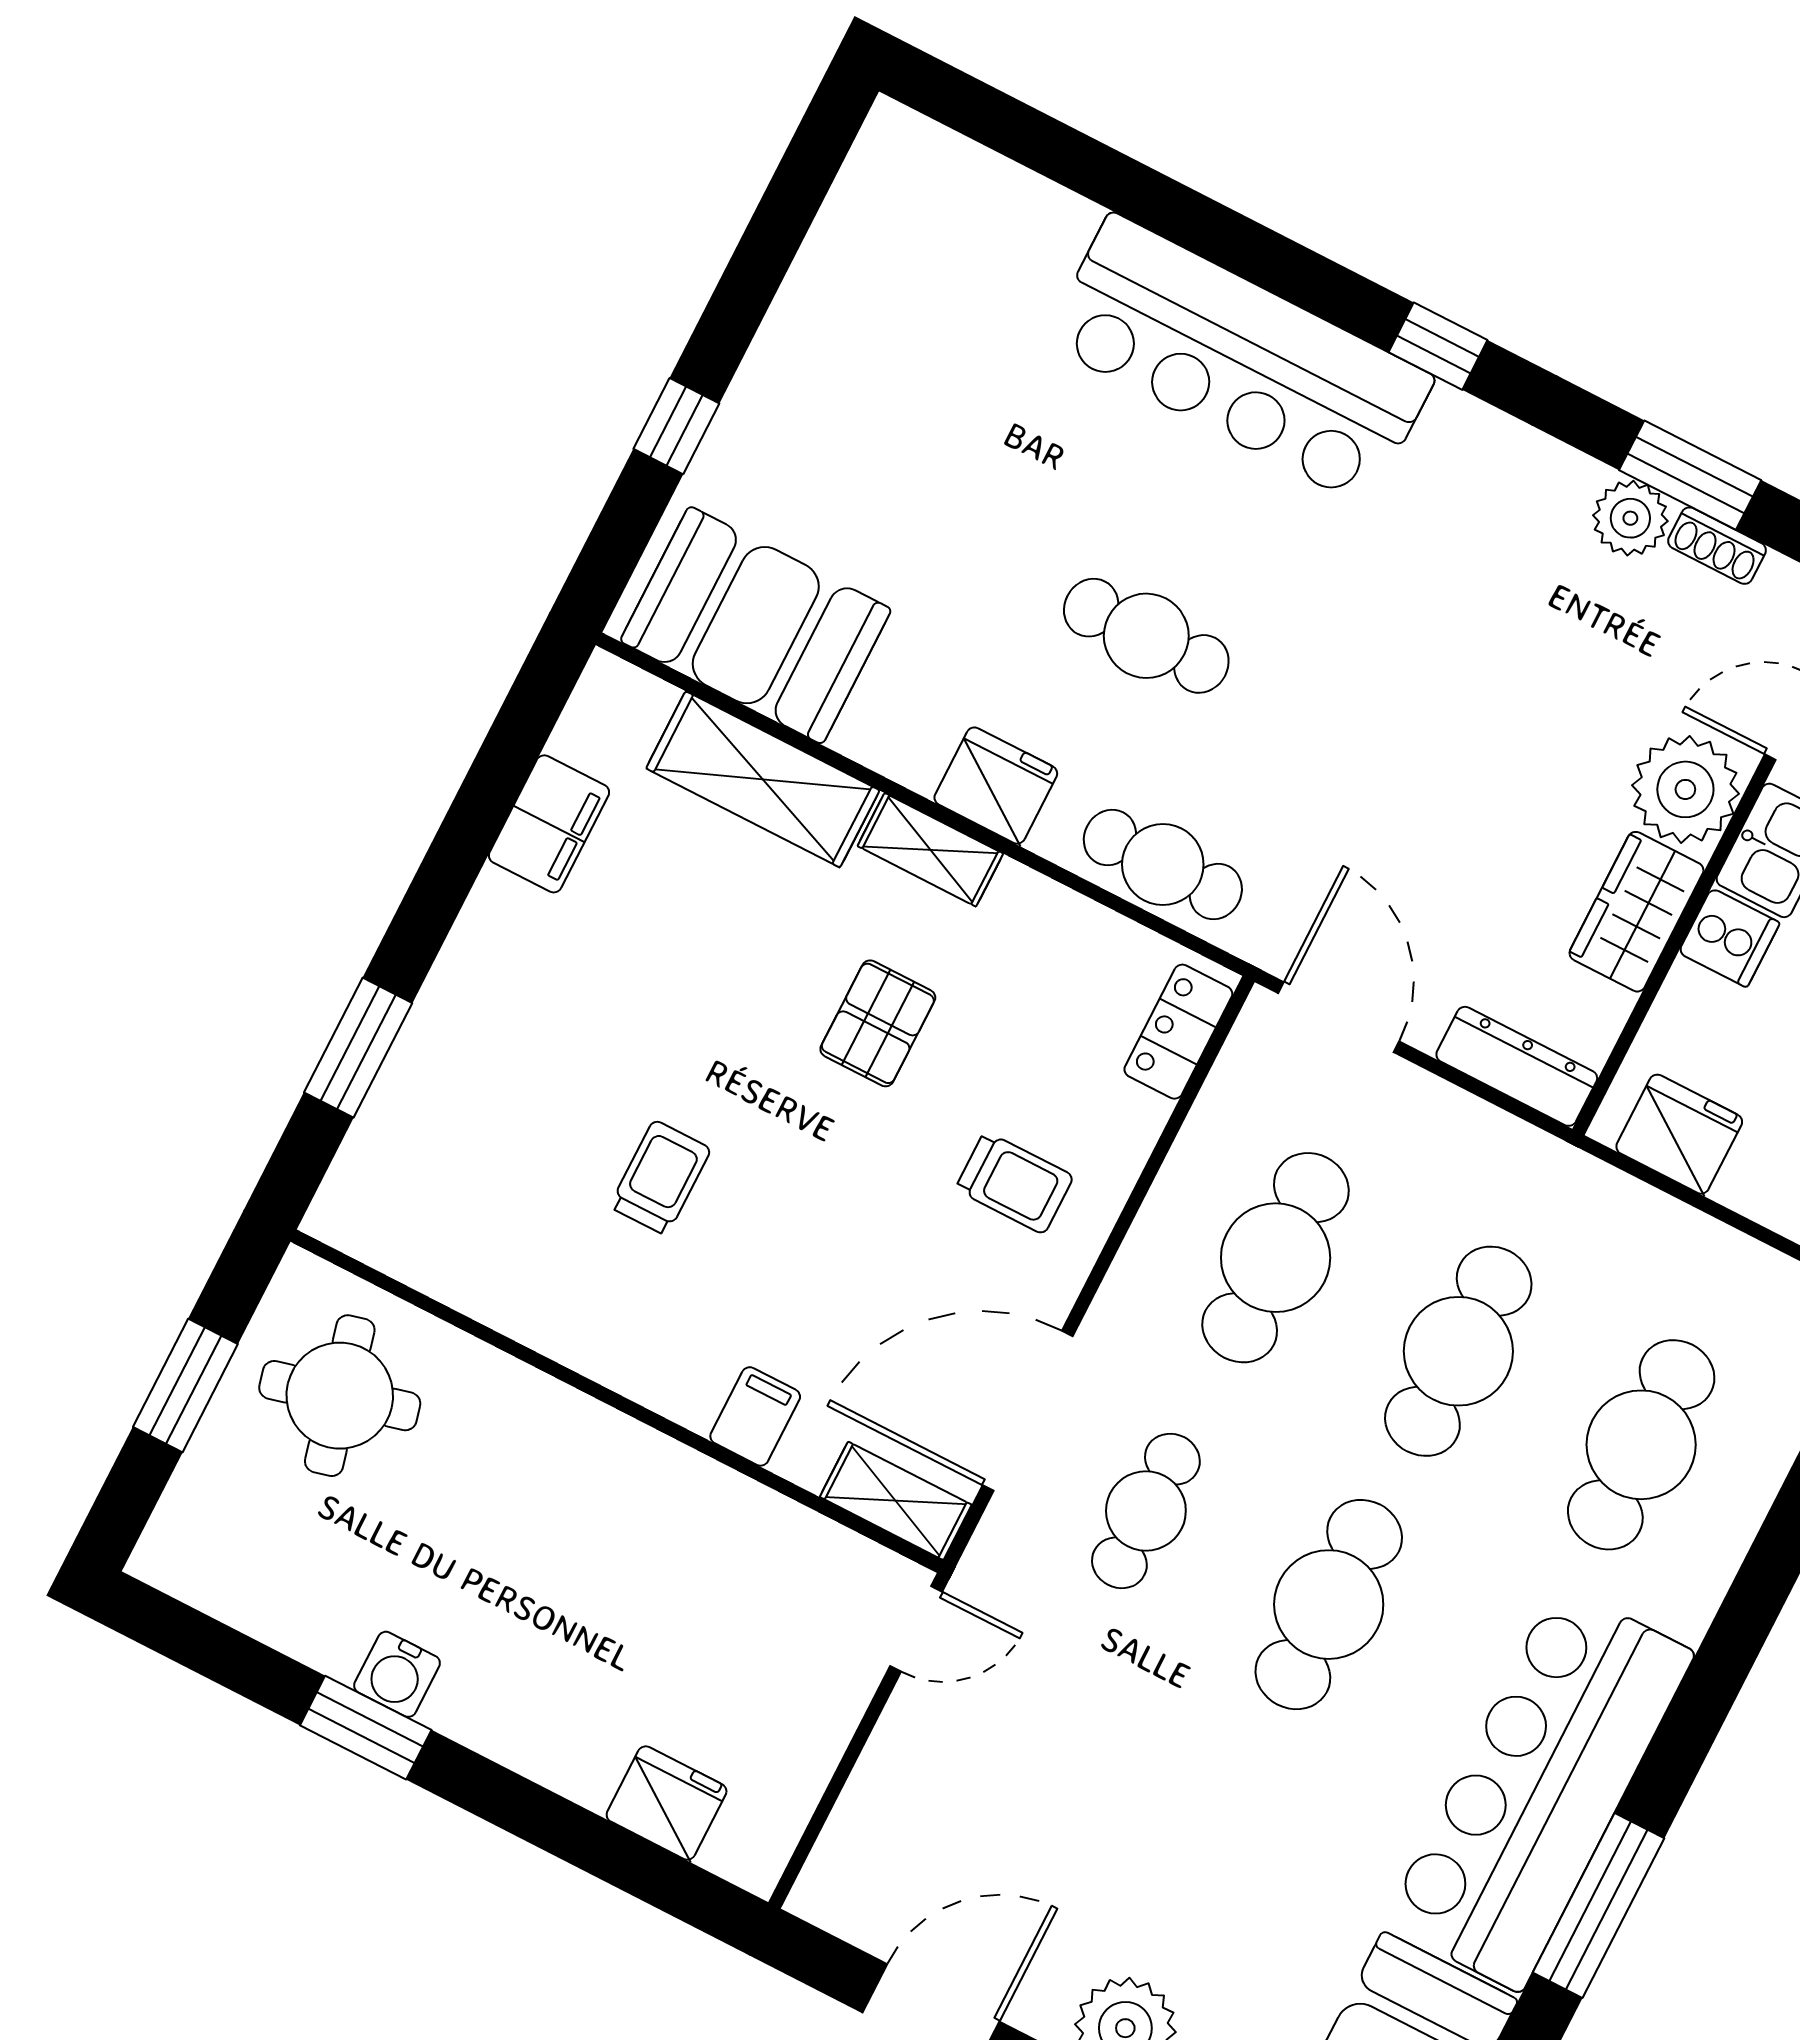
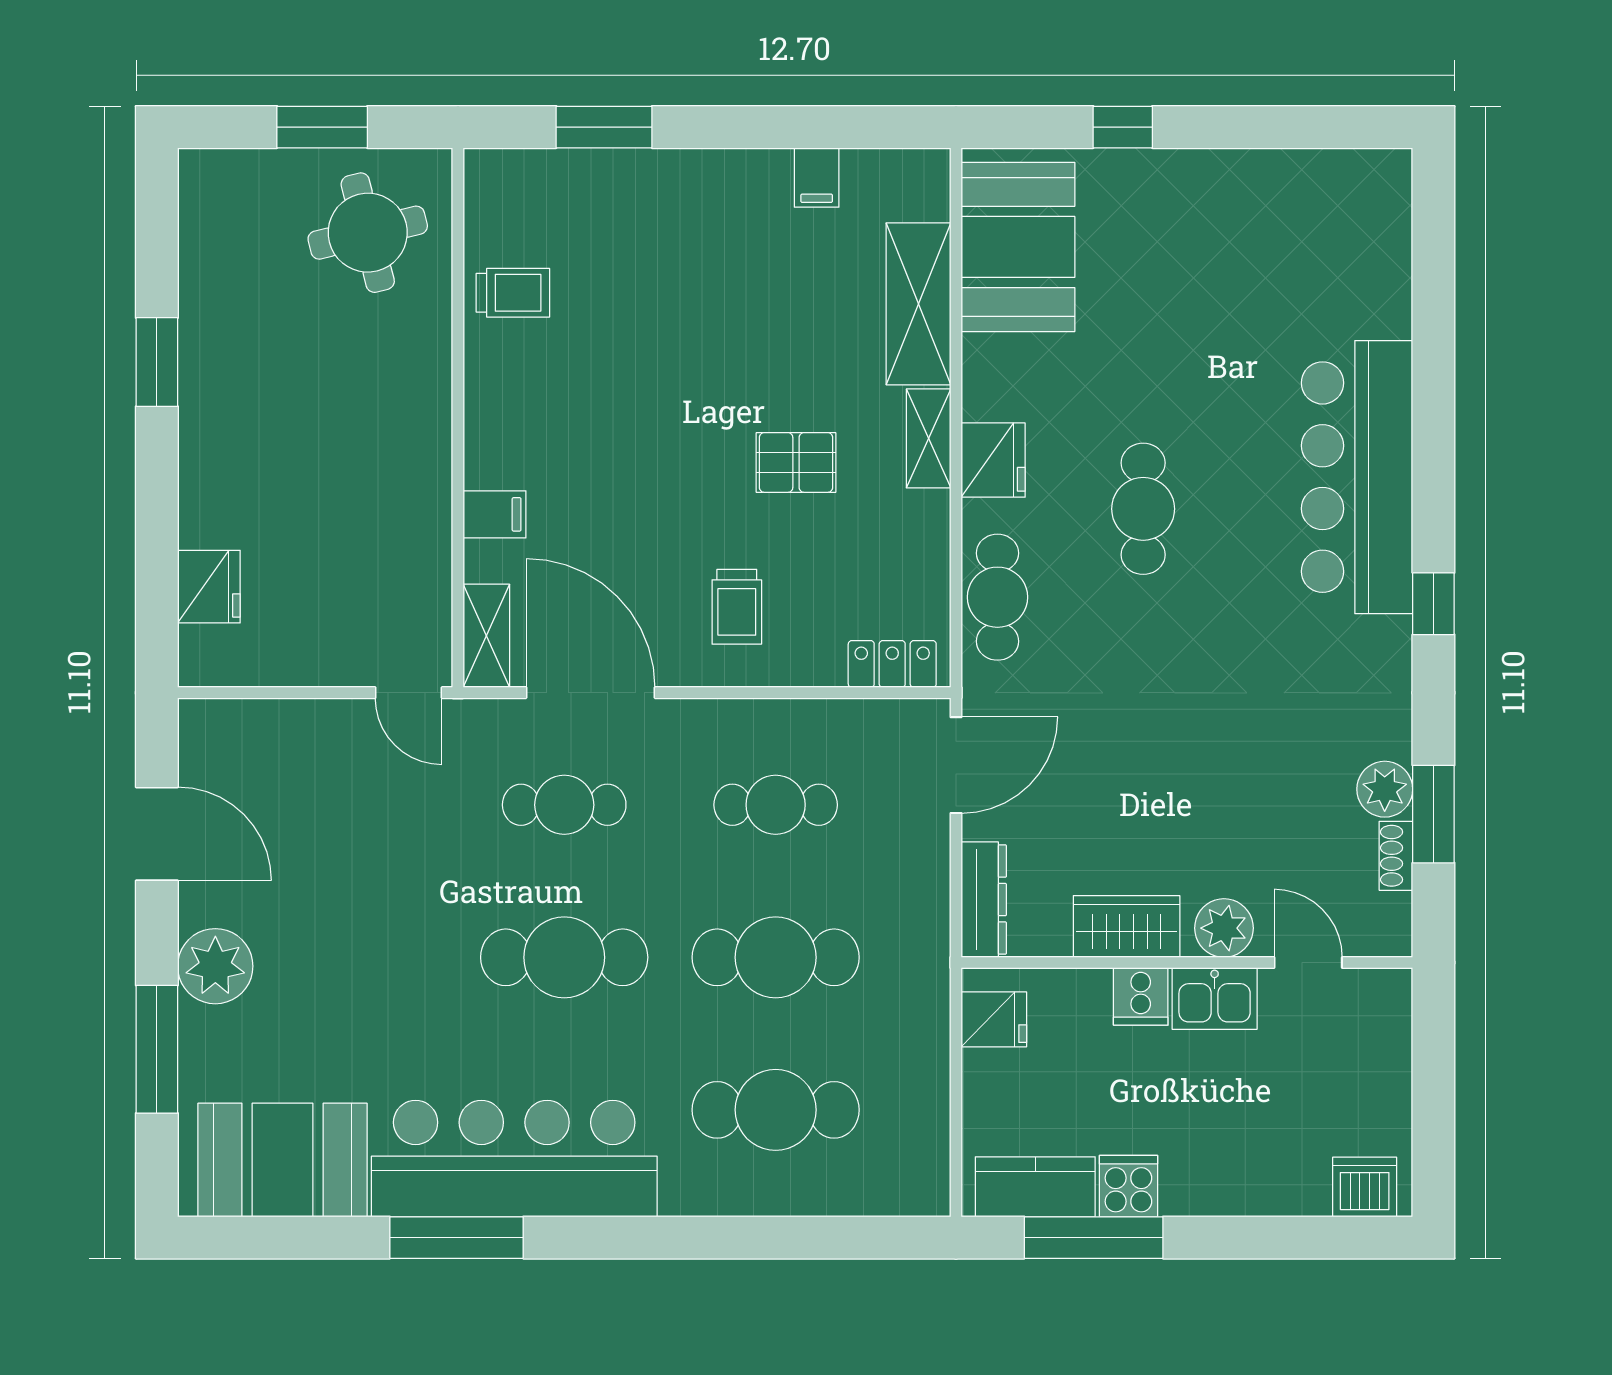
plant: (1685, 789) -> (1224, 928), width x0.73, depth x0.73
filing cabinet: (549, 824) -> (817, 177), width x0.50
fridge: (1679, 1134) -> (994, 1019), width x0.72
trolley: (660, 1178) -> (513, 293), moved
cafe table: (1276, 1258) -> (776, 805), width x0.73, depth x0.74
water cooler: (397, 1674) -> (203, 365), removed

